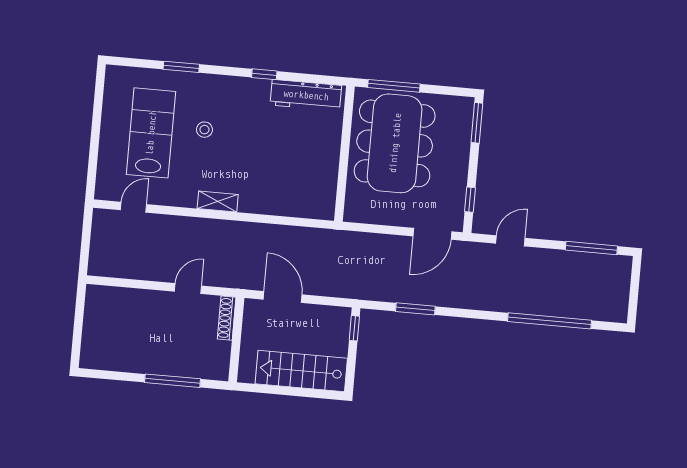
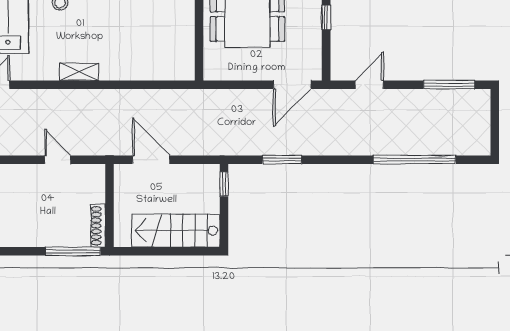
window: (470, 200) -> (326, 17), moved
door: (188, 289) -> (58, 160), hinge flipped
shoe rack: (227, 318) -> (98, 226), moved
window: (172, 381) -> (73, 251), moved

